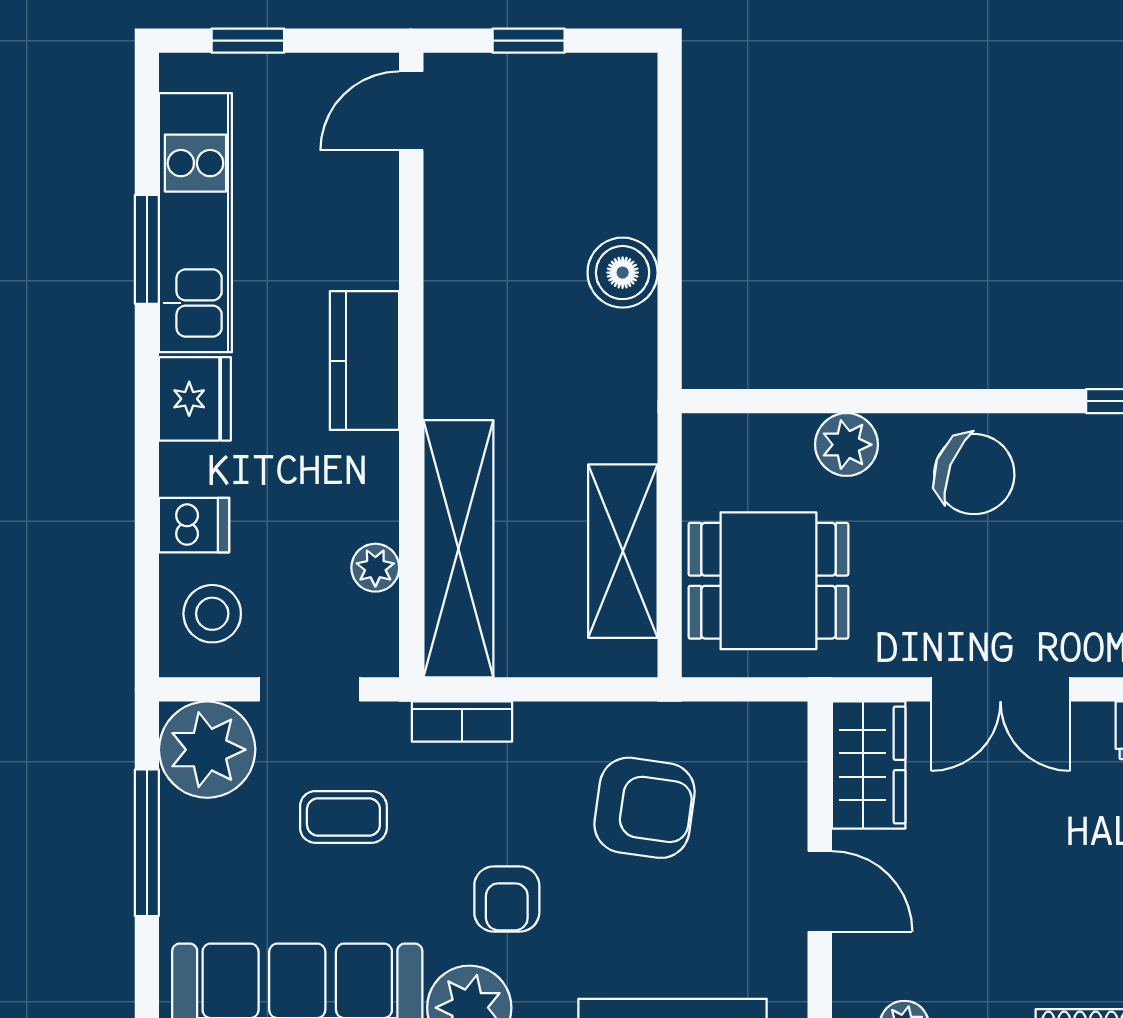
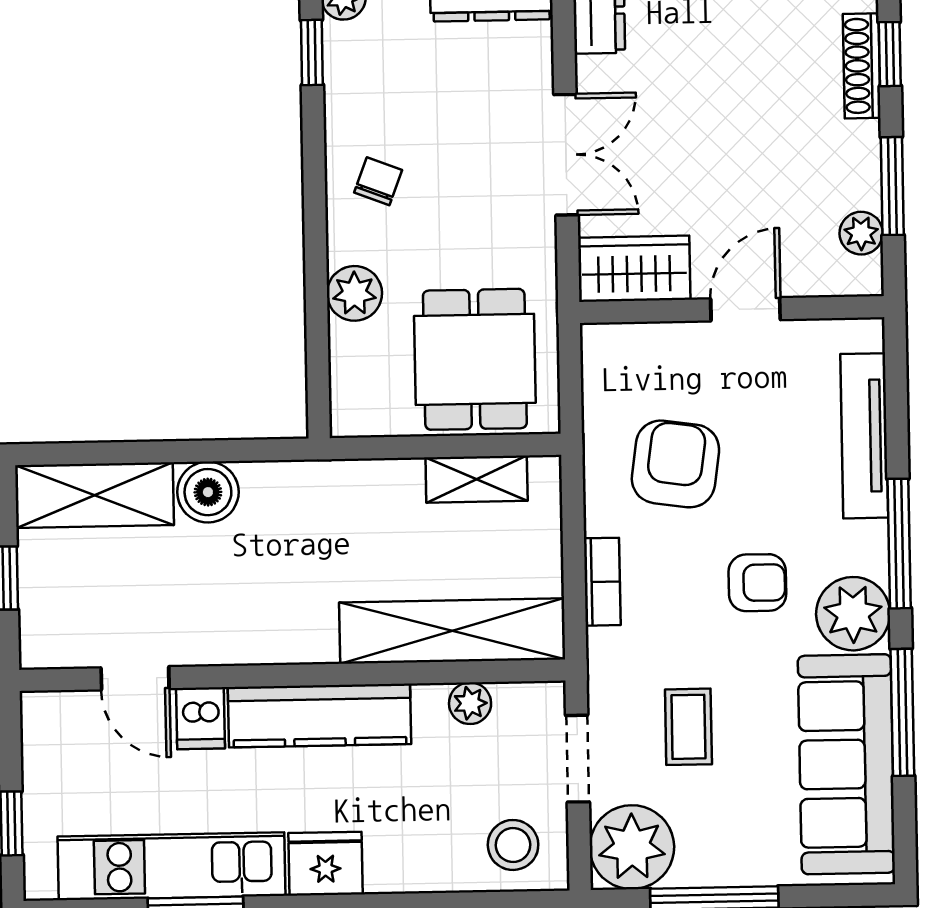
door: (411, 111) -> (135, 678), moved
shelving: (622, 143) -> (94, 495), added
kitchen counter: (365, 361) -> (319, 716), width x1.50
chair: (974, 474) -> (378, 181), width x0.54, depth x0.54
dishwasher: (194, 525) -> (200, 718), moved, turned 180
shelving: (623, 551) -> (477, 479), width x0.67, depth x0.75
bookcase: (462, 722) -> (602, 582), moved

